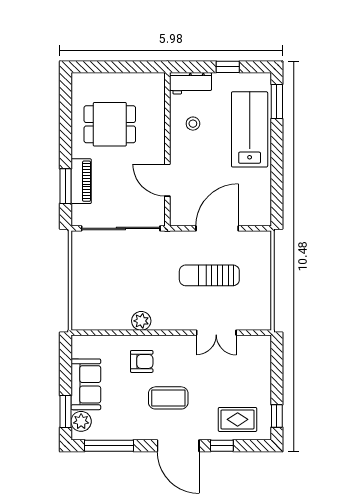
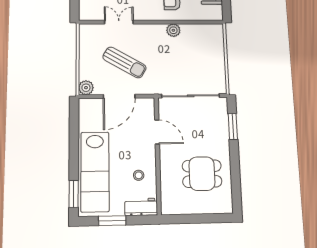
window: (228, 67) -> (112, 221), width x1.50
lab bench: (250, 129) -> (95, 172), width x1.36
piano: (81, 181) -> (221, 130), removed
plant: (261, 241) -> (86, 88), added
sun lounger: (209, 275) -> (124, 62), turned 30

